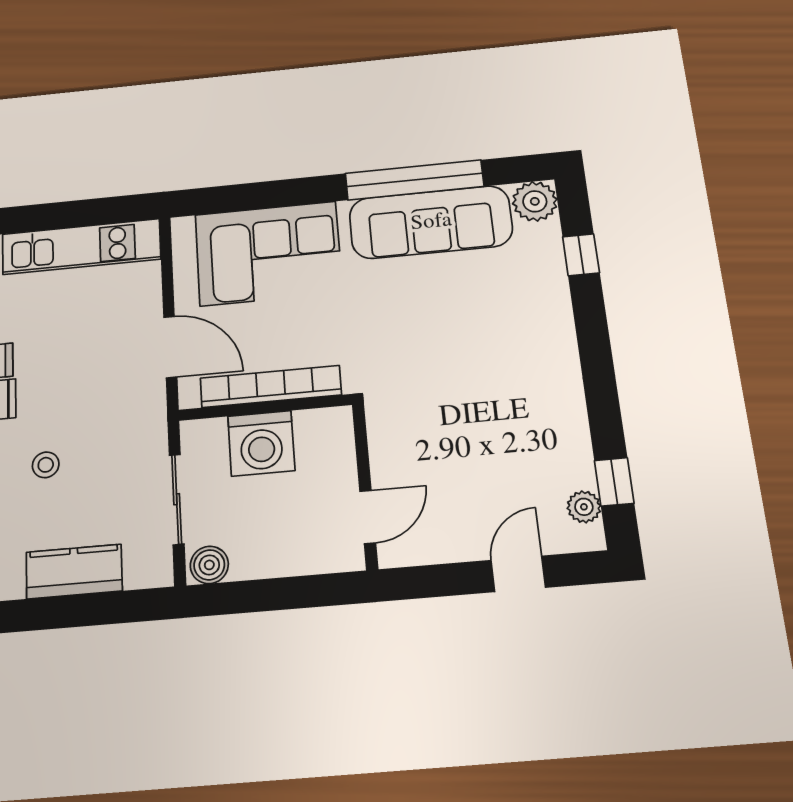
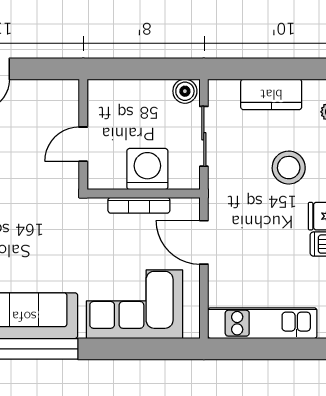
bookcase: (271, 386) -> (139, 205), width x0.68, depth x0.76
stool: (46, 465) -> (289, 168), width x1.89, depth x1.89
door: (368, 517) -> (83, 144), moved

